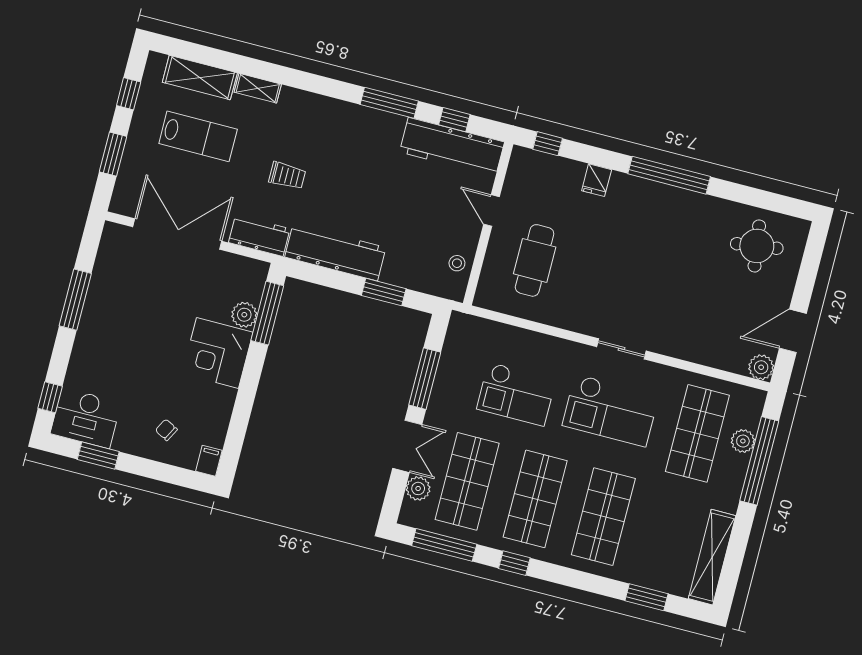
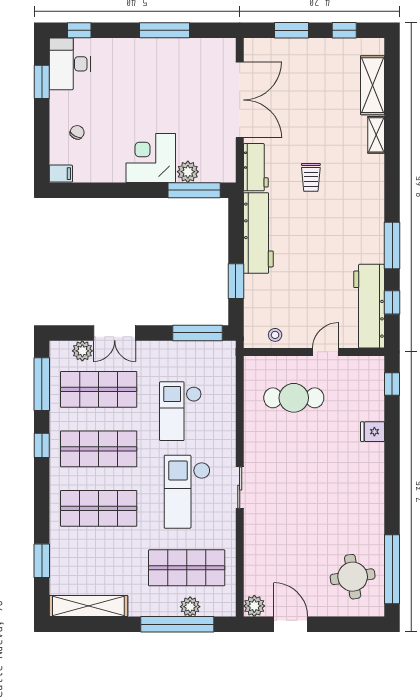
lab bench: (198, 136) -> (324, 96), removed
window: (669, 175) -> (392, 569), moved
window: (425, 379) -> (198, 333), moved

